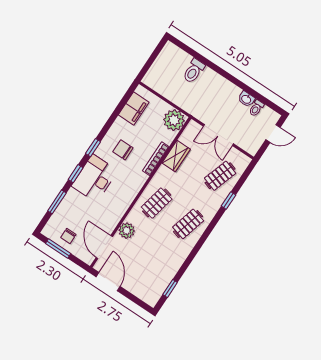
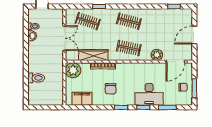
wardrobe: (176, 156) -> (93, 55), width x1.50
desk: (95, 178) -> (149, 94), moved
door: (108, 282) -> (194, 35), moved

